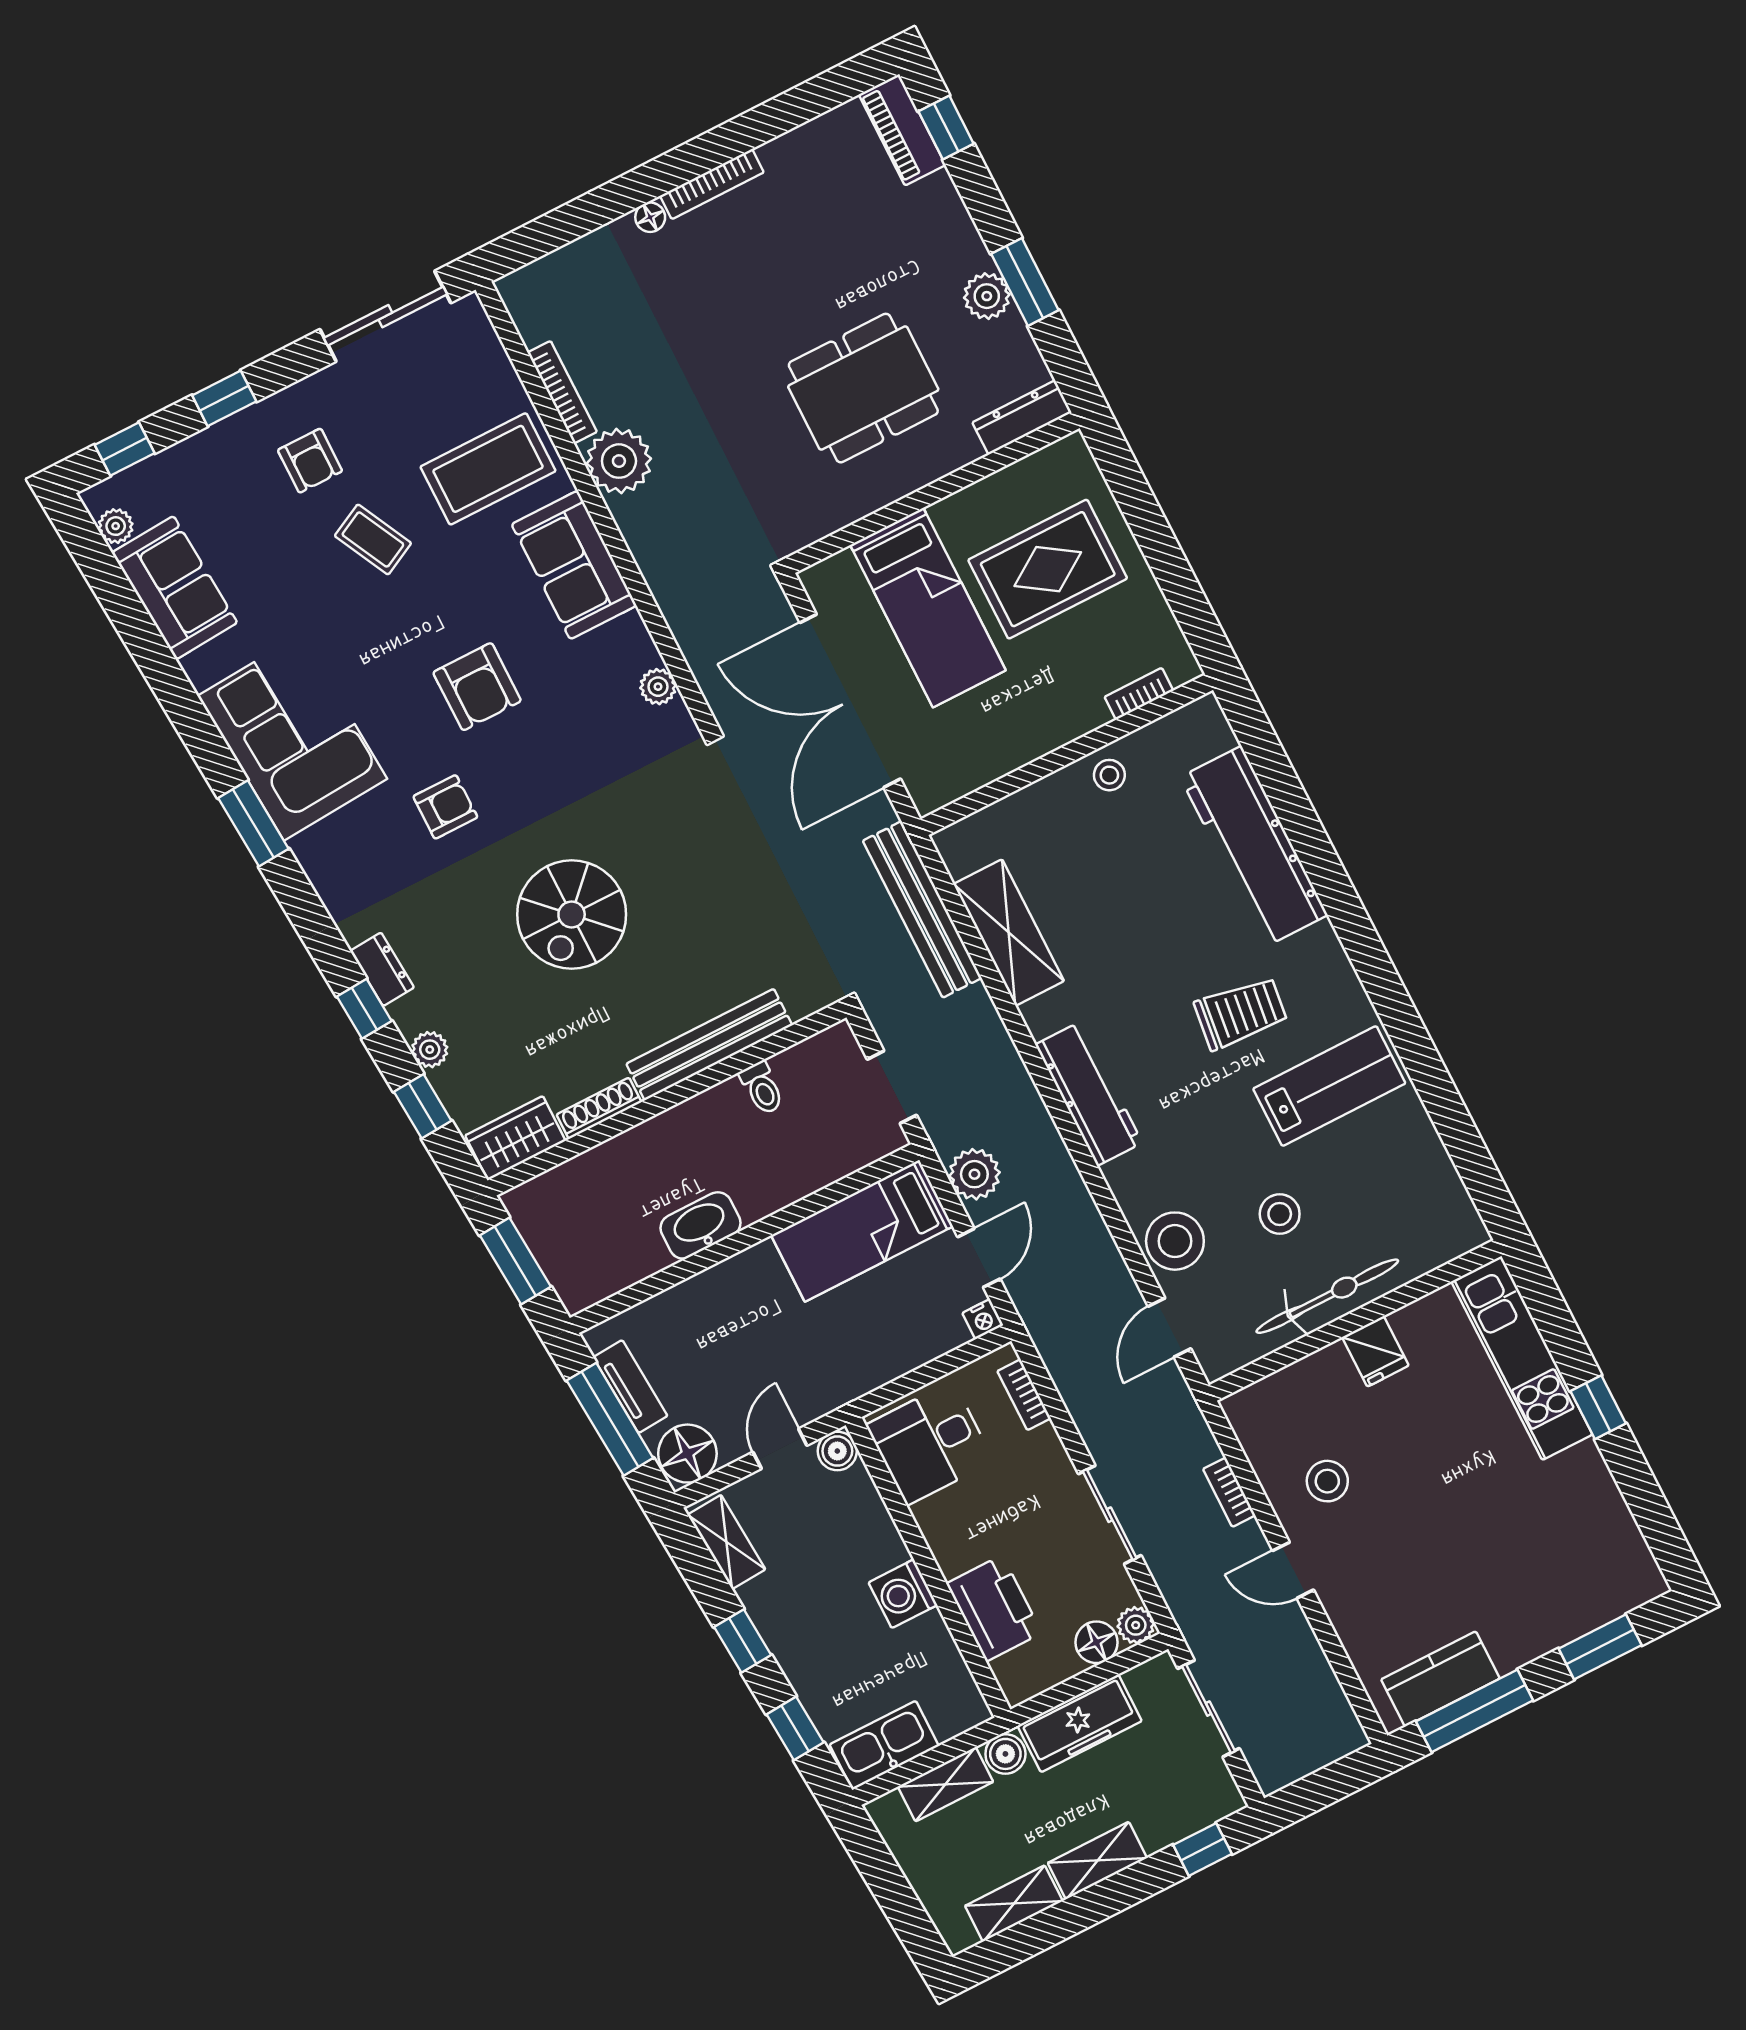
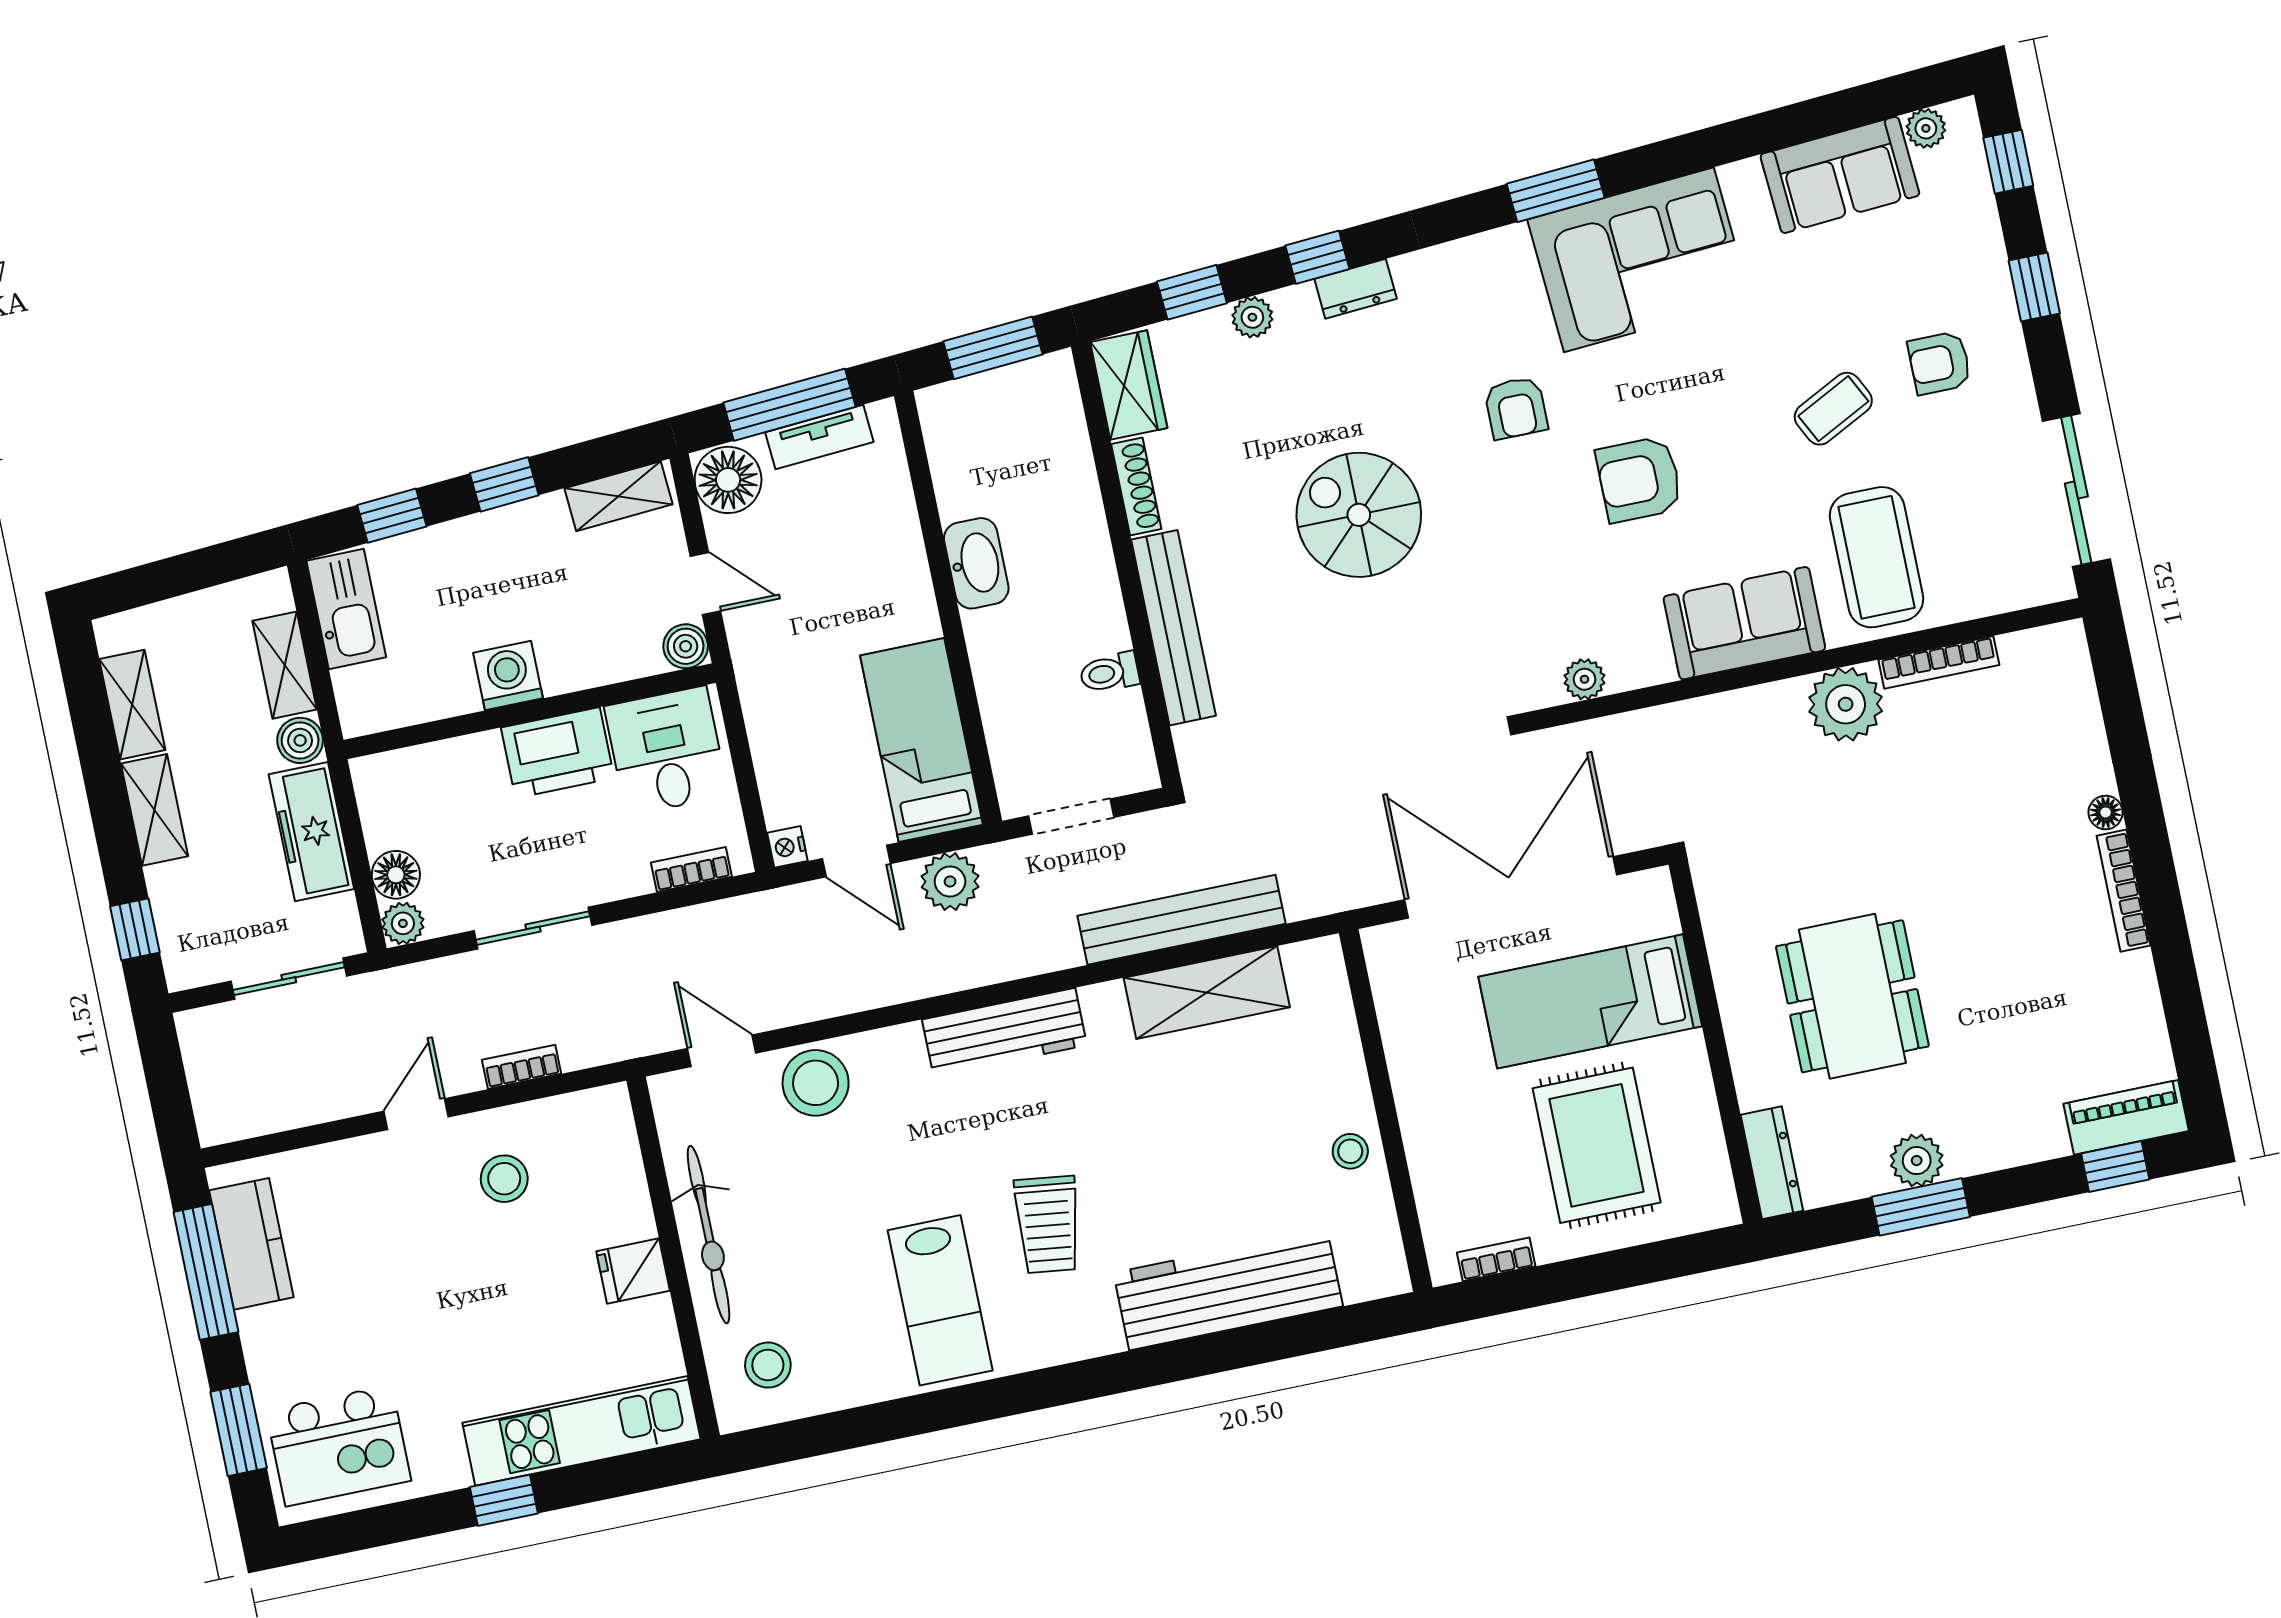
bookcase: (1139, 694) -> (1496, 1259), moved, turned -90
bench: (922, 909) -> (1181, 920), moved
stool: (1280, 1214) -> (768, 1365), moved
kitchen island: (1590, 1559) -> (339, 1446), added
printer: (994, 1608) -> (558, 753), moved

